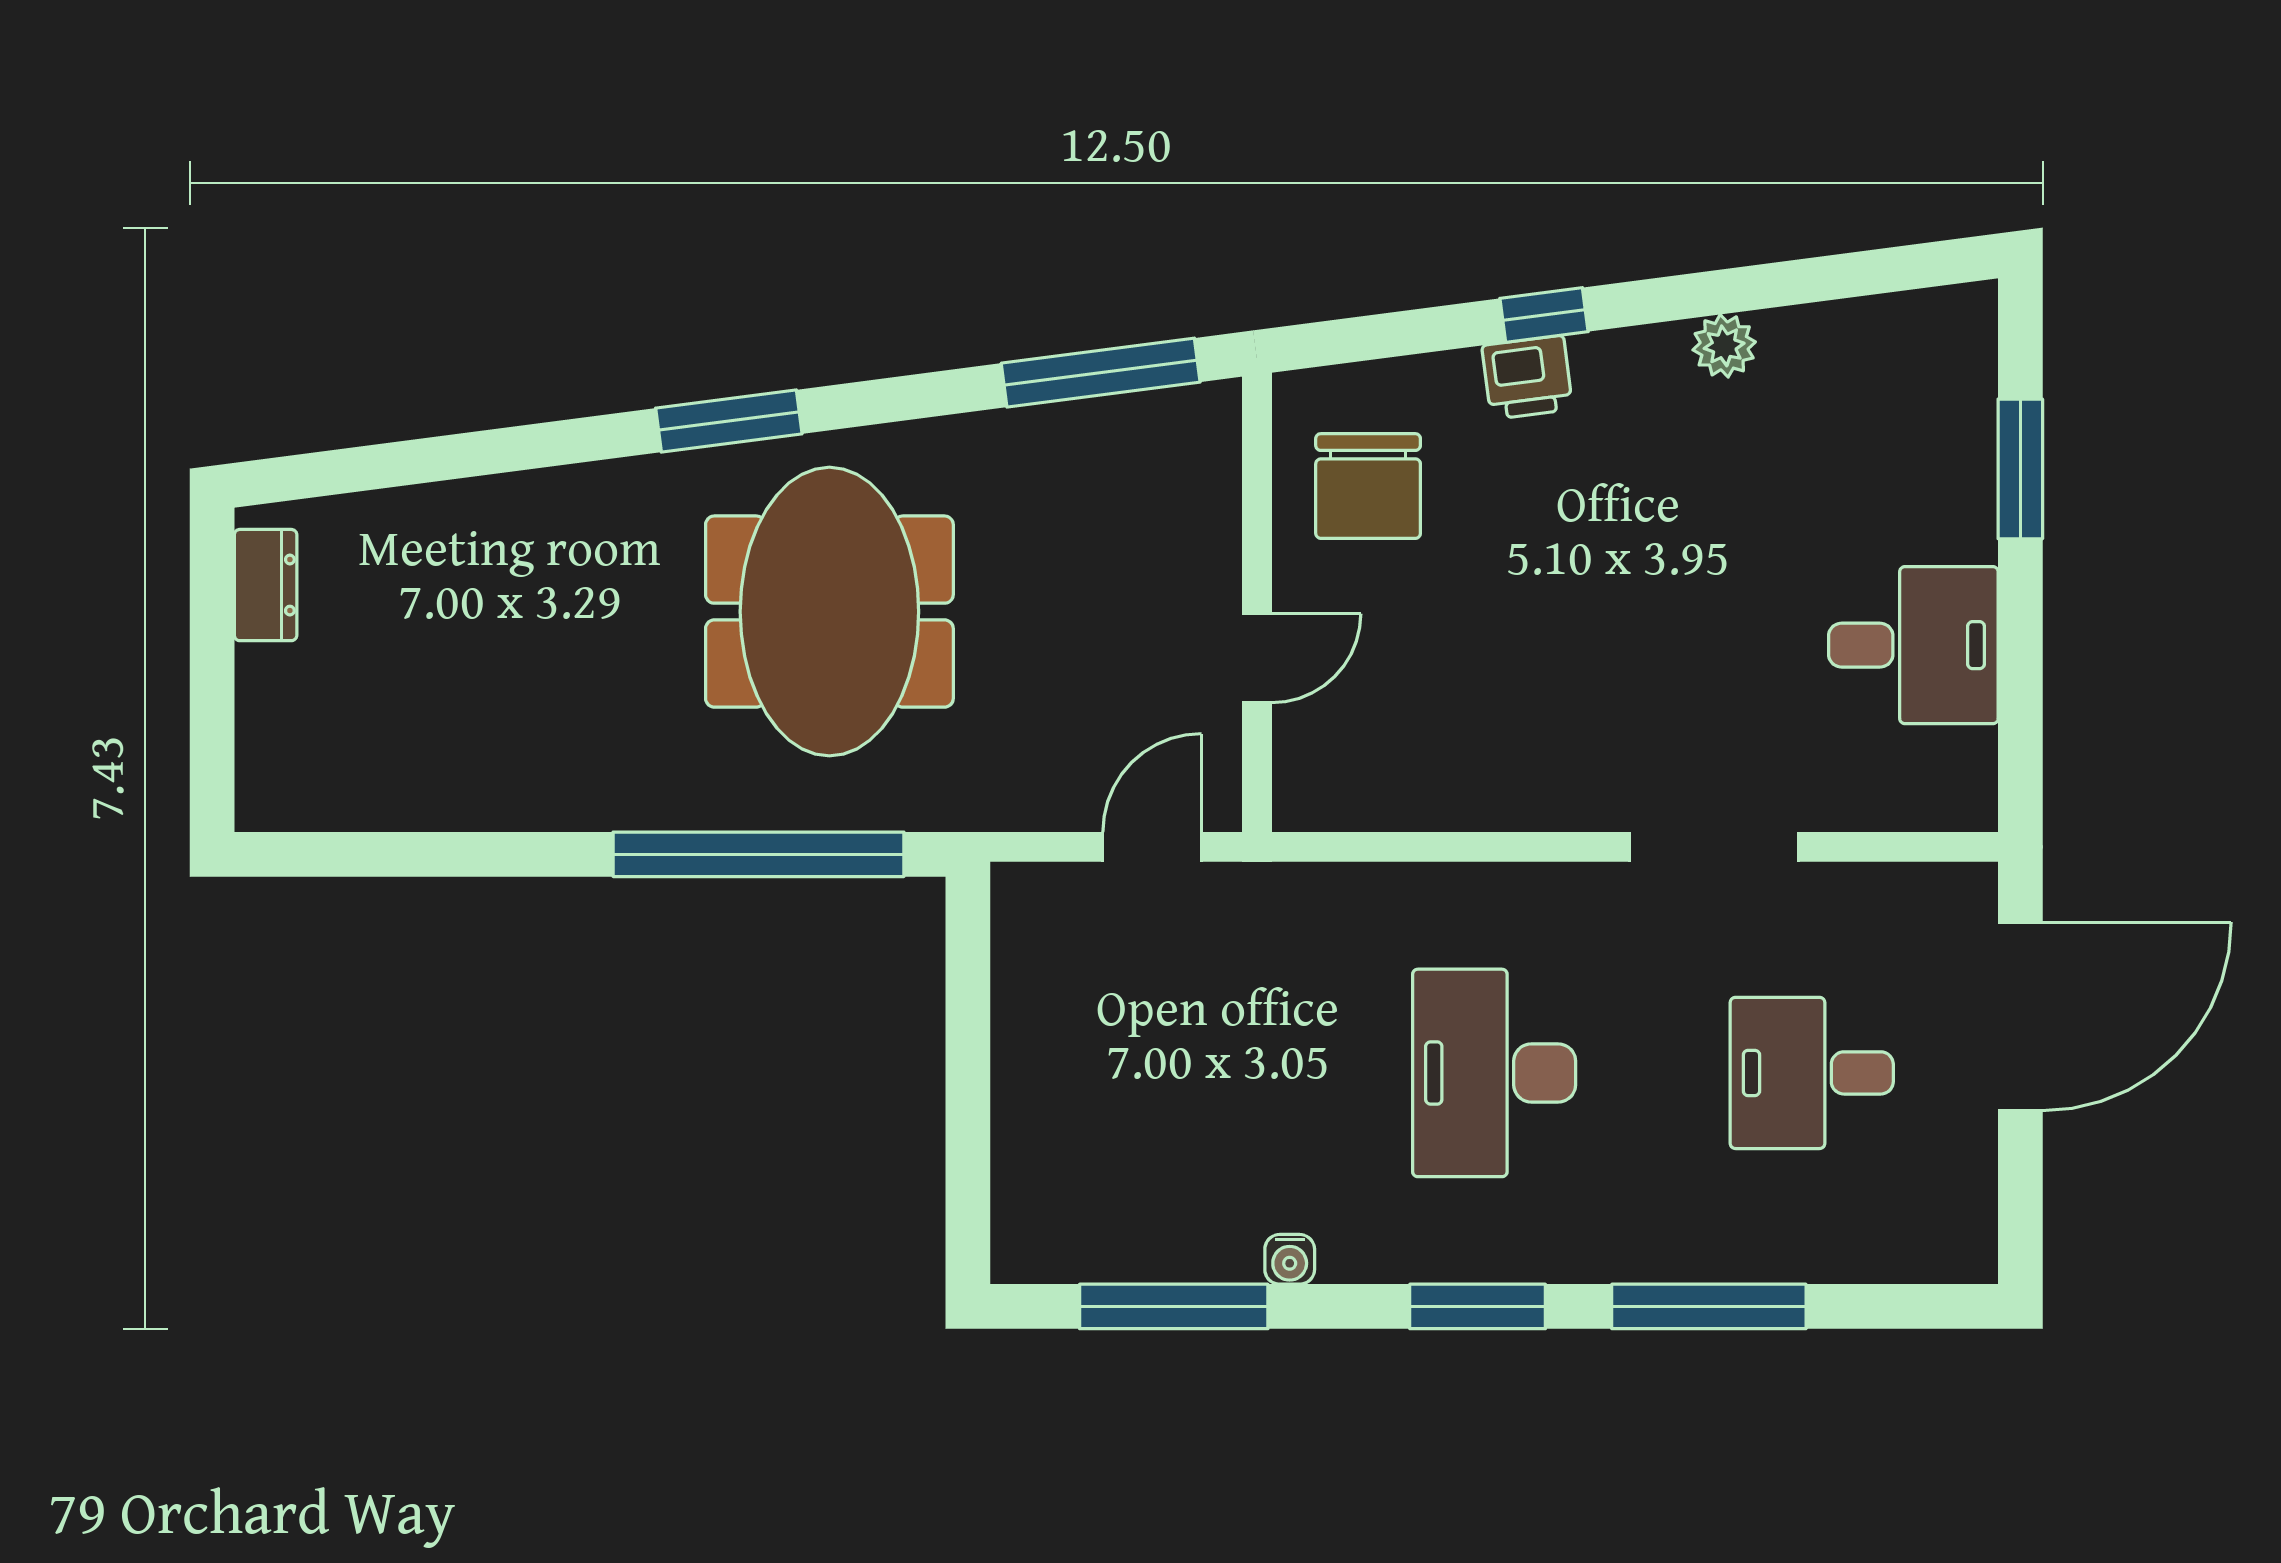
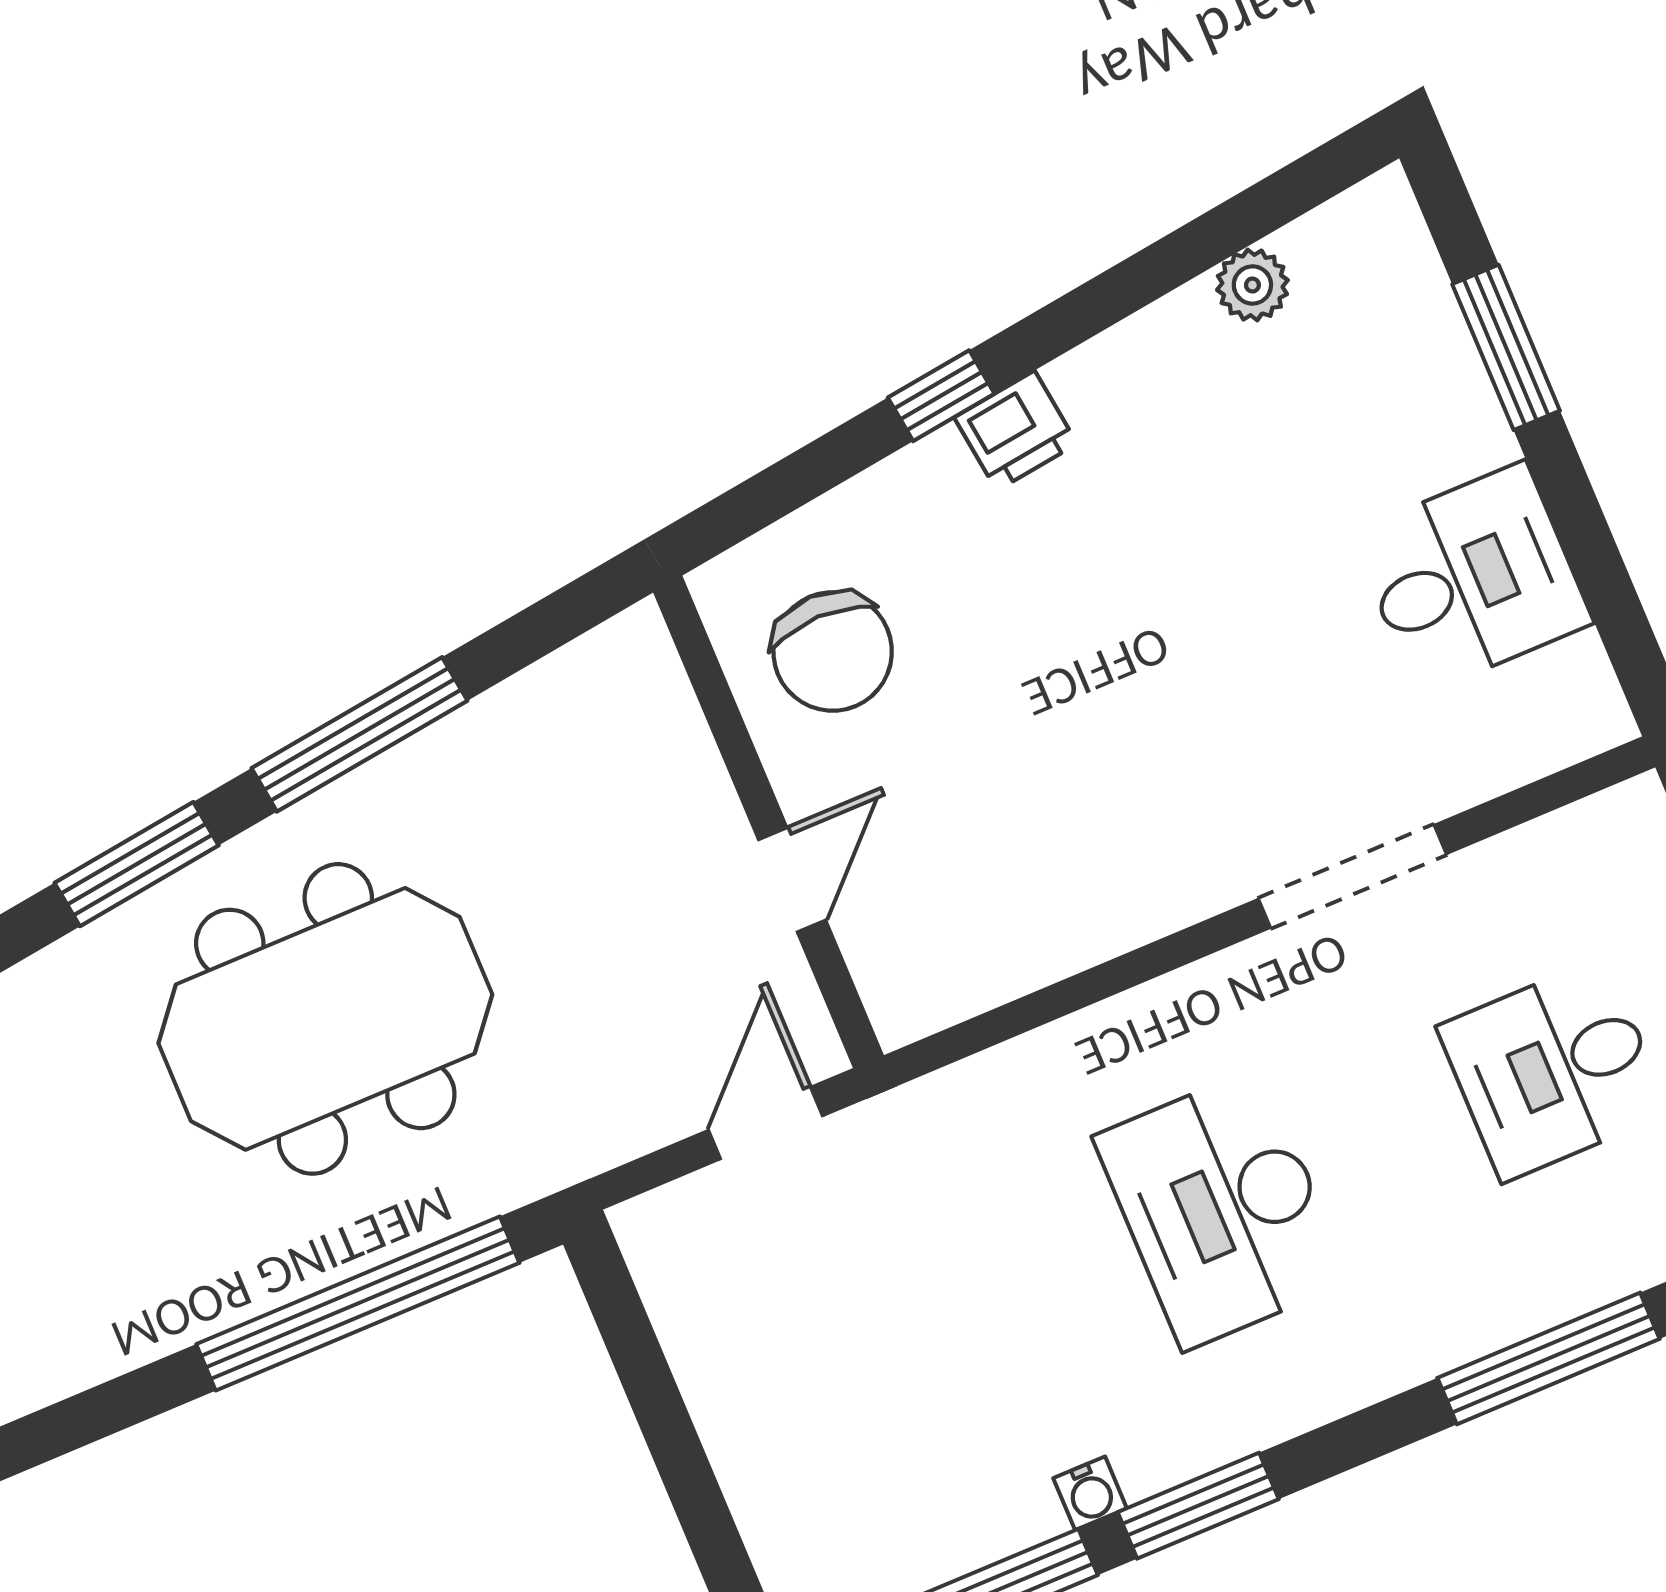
plant: (1724, 346) -> (1252, 285), moved
window: (1101, 373) -> (359, 734), moved
printer: (1527, 377) -> (1016, 431), moved
meeting table: (829, 612) -> (325, 1019), turned 90
window: (1478, 1306) -> (1198, 1506), moved

